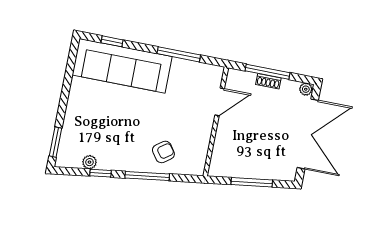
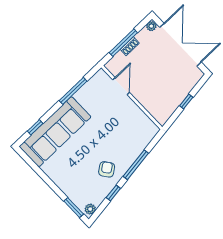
armchair: (163, 152) -> (107, 169), moved
plant: (89, 162) -> (90, 209), moved
window: (252, 182) -> (186, 102), width x0.46

